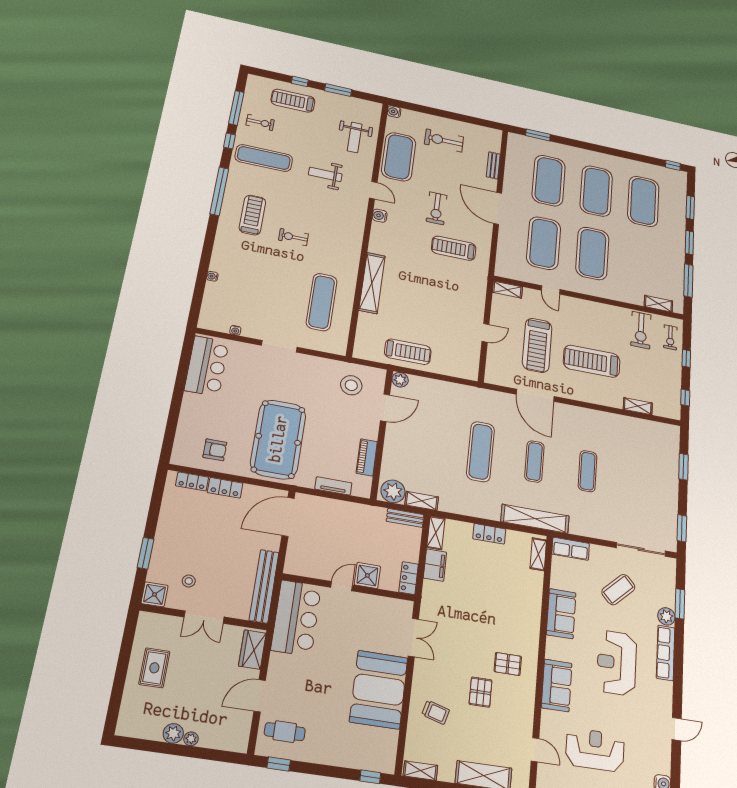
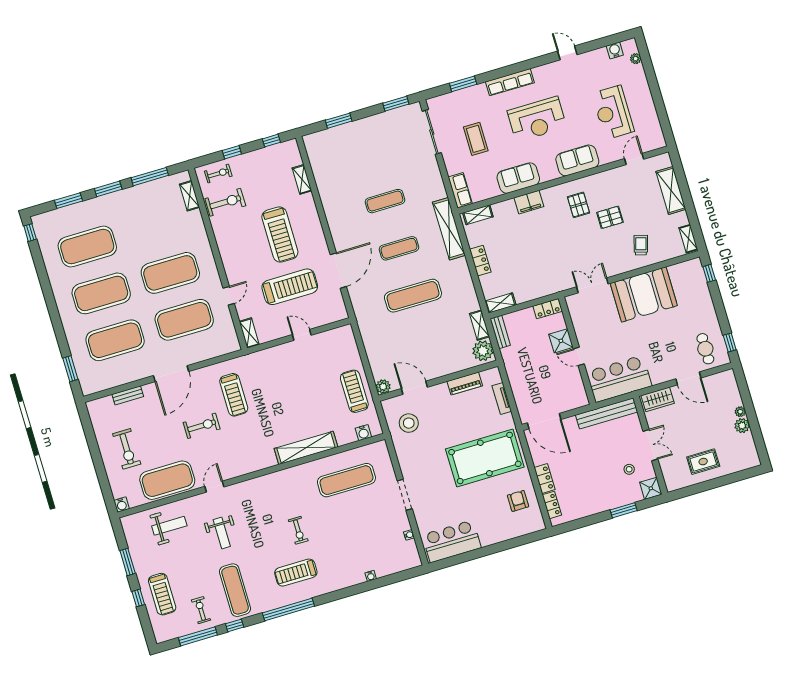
water cooler: (380, 216) -> (363, 433), moved
filing cabinet: (435, 565) -> (529, 202), moved, turned 180
coffee table: (618, 590) -> (476, 139), turned 44
plant: (666, 616) -> (479, 92), removed

